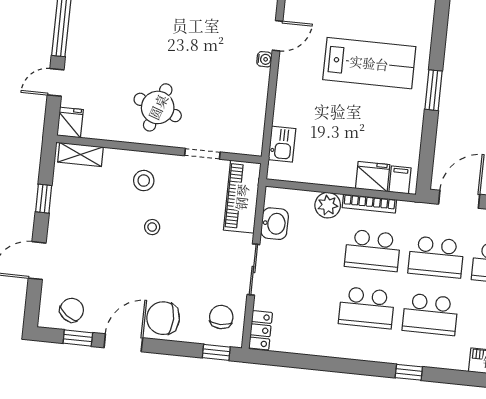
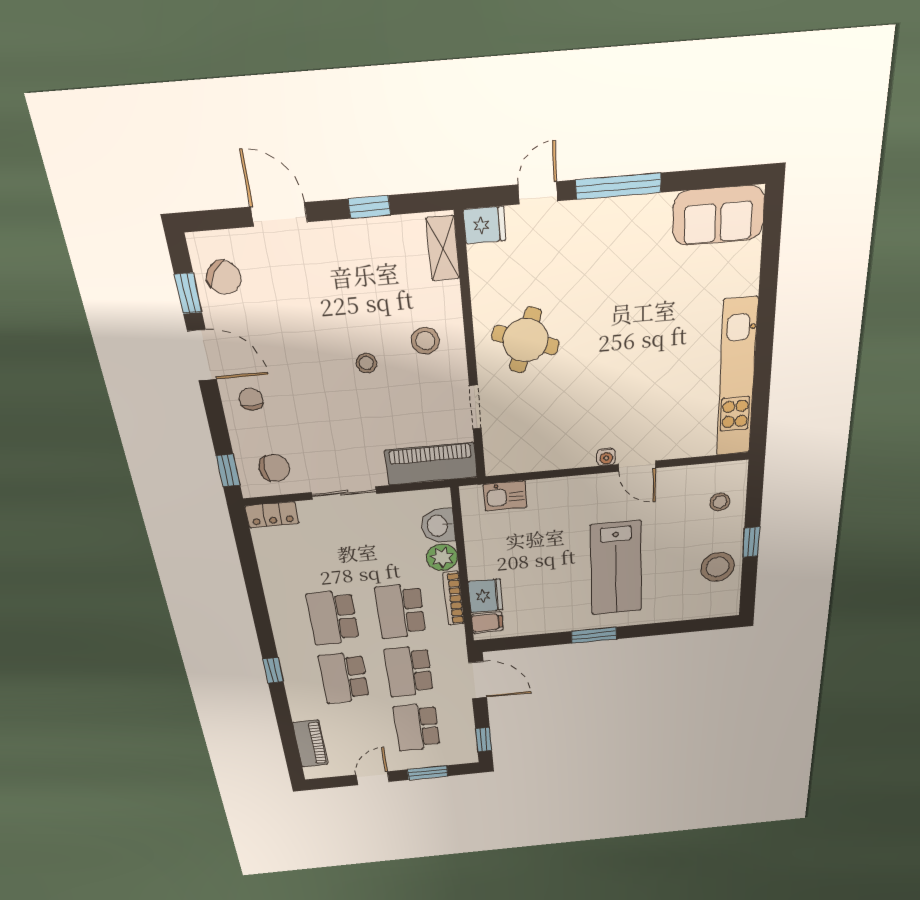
door: (56, 82) -> (538, 193), hinge flipped
washbasin: (275, 224) -> (438, 526), moved, turned 90
chair: (163, 318) -> (251, 399), width x0.54, depth x0.54

